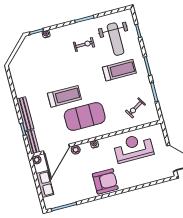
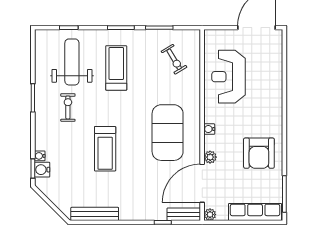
water cooler: (37, 38) -> (42, 170), added
weight bench: (116, 39) -> (72, 62), turned -90
treadmill: (64, 96) -> (105, 149), moved, turned 180
bench: (25, 114) -> (95, 214), moved
door: (56, 149) -> (202, 183), swing flipped
armchair: (105, 181) -> (259, 153), moved, turned 180
row of seats: (45, 184) -> (255, 212), width x1.48

